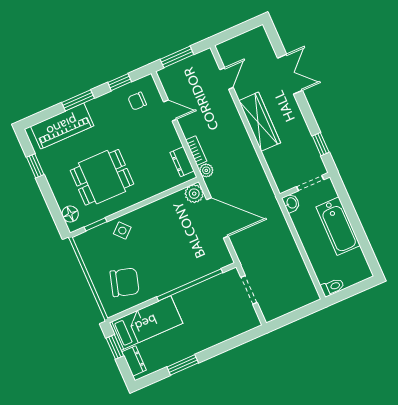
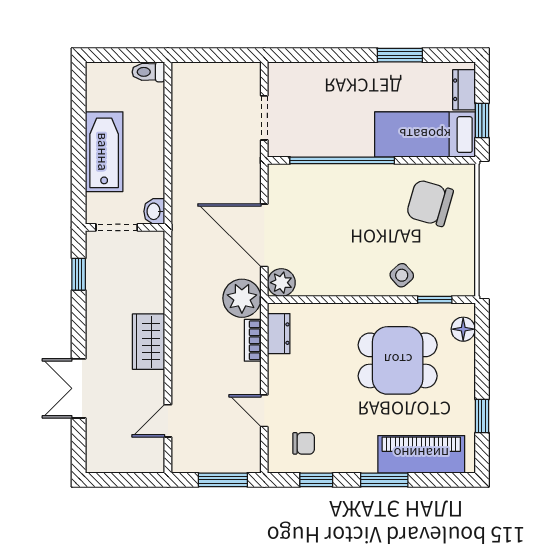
wardrobe: (260, 122) -> (149, 342), width x0.67
plant: (206, 170) -> (242, 298), width x1.87, depth x1.87

